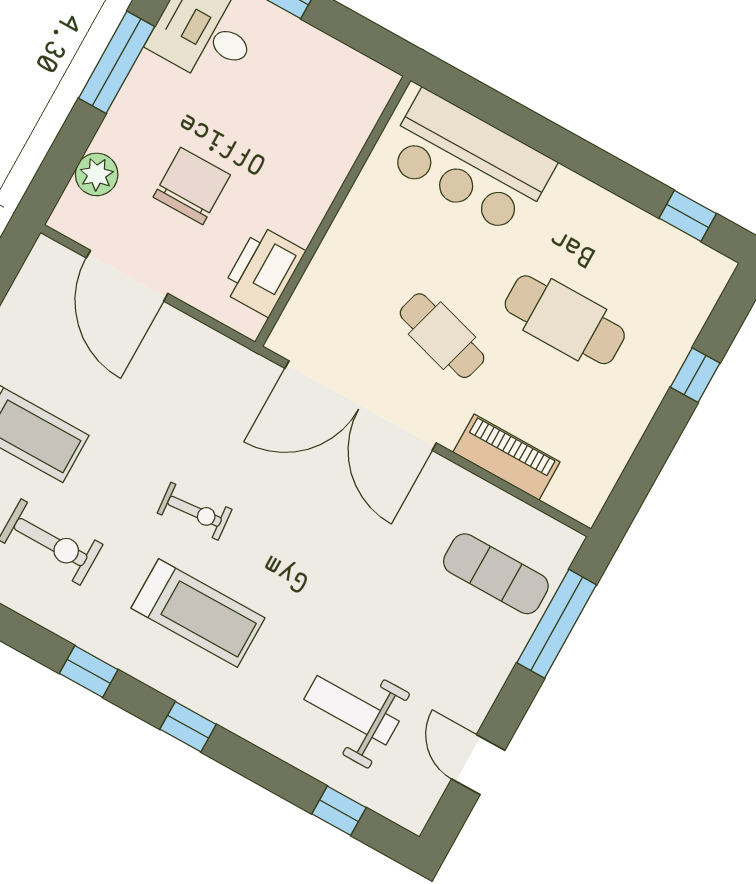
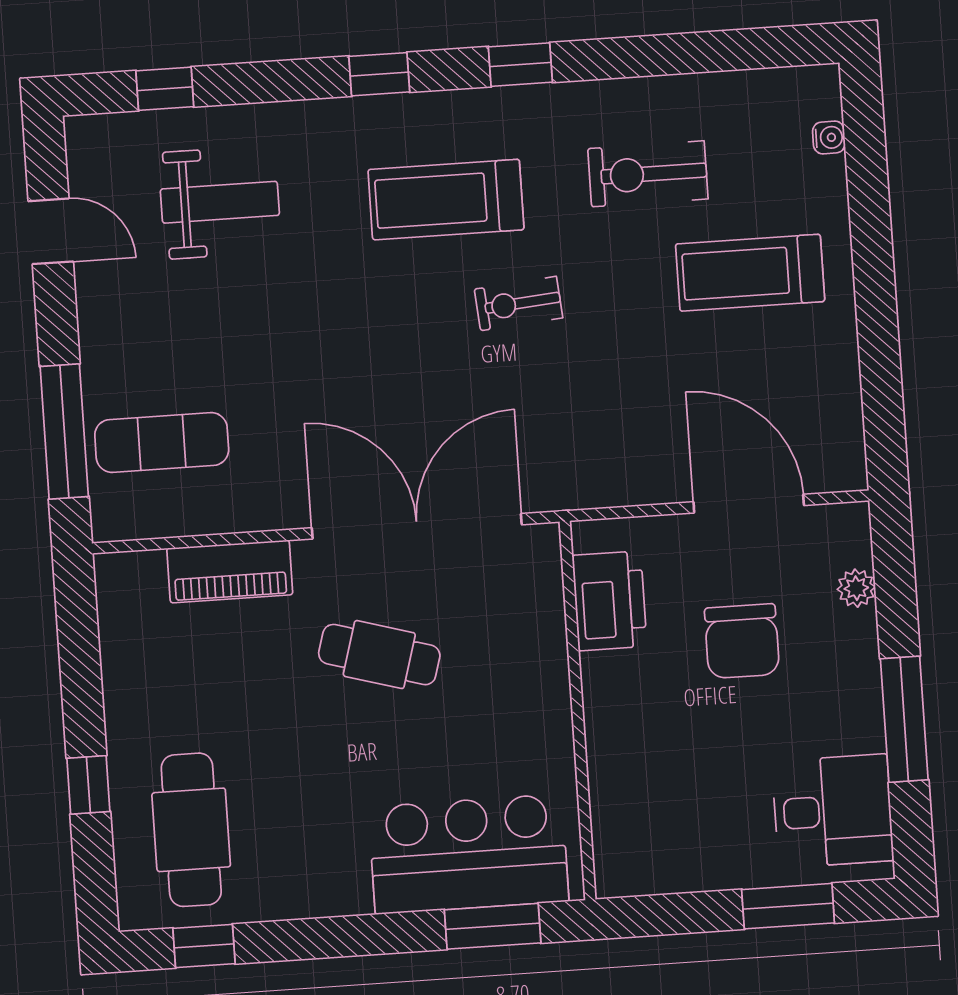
window: (485, 103) -> (493, 926), added
plant: (97, 174) -> (856, 588), width x0.73, depth x0.73
cafe table: (565, 320) -> (191, 830), moved, turned 90

